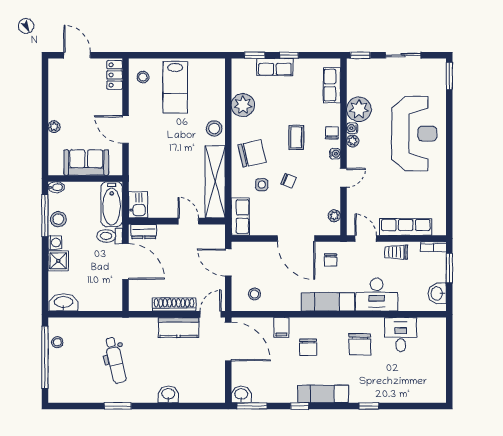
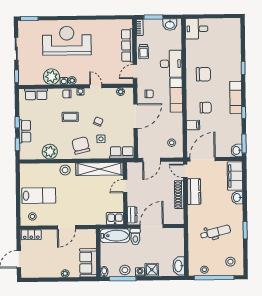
sofa: (86, 162) -> (88, 263), moved
desk: (401, 335) -> (197, 29), moved
stool: (69, 383) -> (230, 262), added
filing cabinet: (202, 391) -> (235, 176), added

